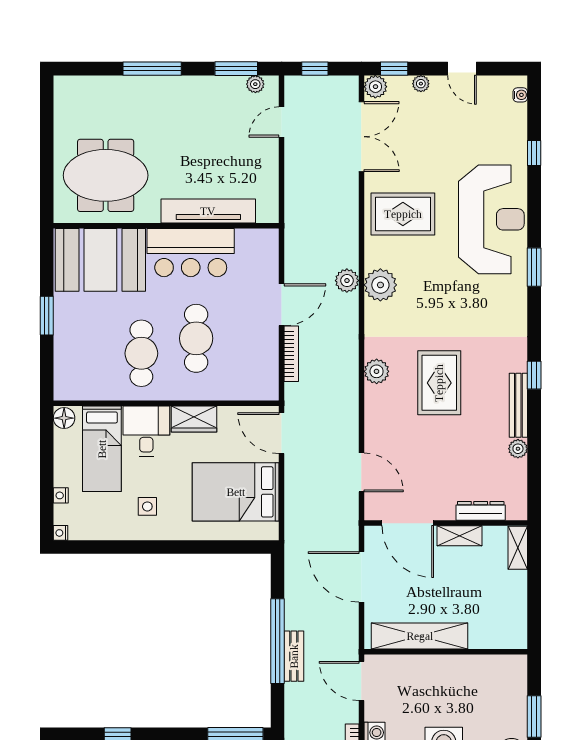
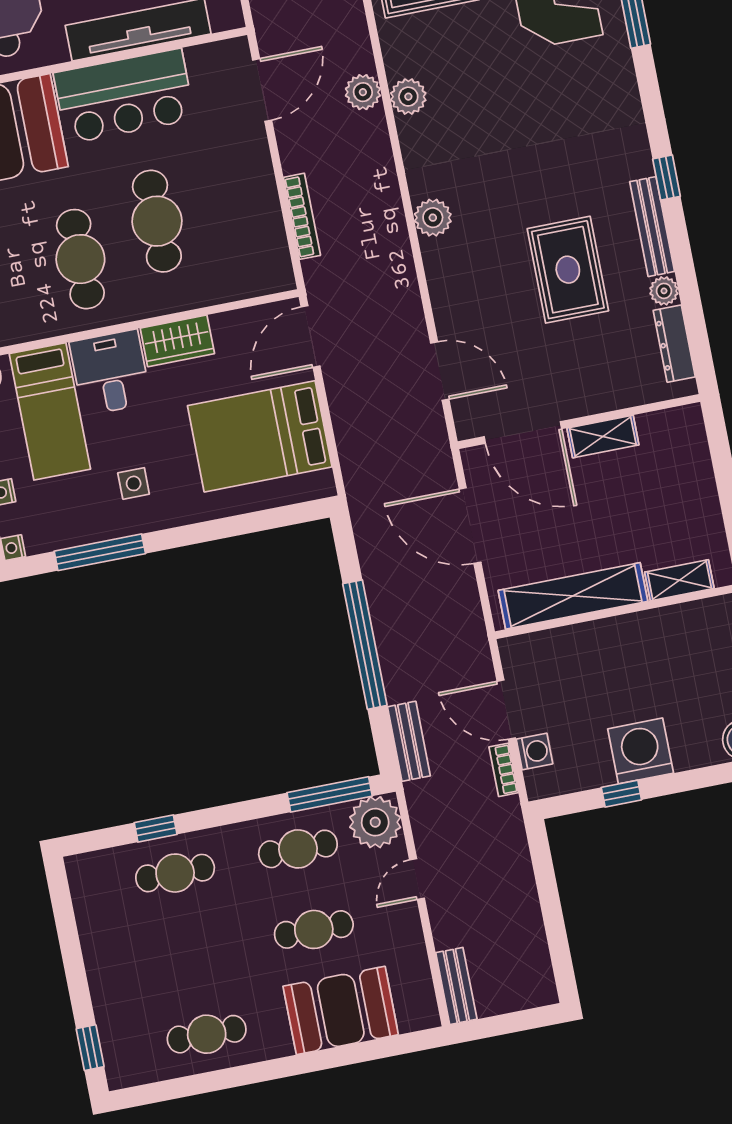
plant: (380, 285) -> (408, 97), width x0.73, depth x0.73
door: (282, 305) -> (262, 90), moved
rug: (439, 383) -> (568, 270), moved
door: (282, 433) -> (311, 336), hinge flipped
dresser: (481, 511) -> (674, 344), moved, turned -90
window: (116, 547) -> (100, 552), added
shelving: (518, 548) -> (679, 580), moved, turned 90
bench: (294, 656) -> (409, 741), moved
door: (361, 681) -> (506, 710), moved

